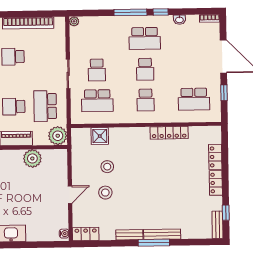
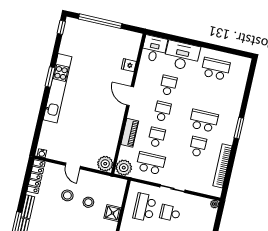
shower: (100, 136) -> (113, 213), moved
plant: (32, 158) -> (105, 164), moved
locker: (86, 234) -> (36, 177), width x1.53

